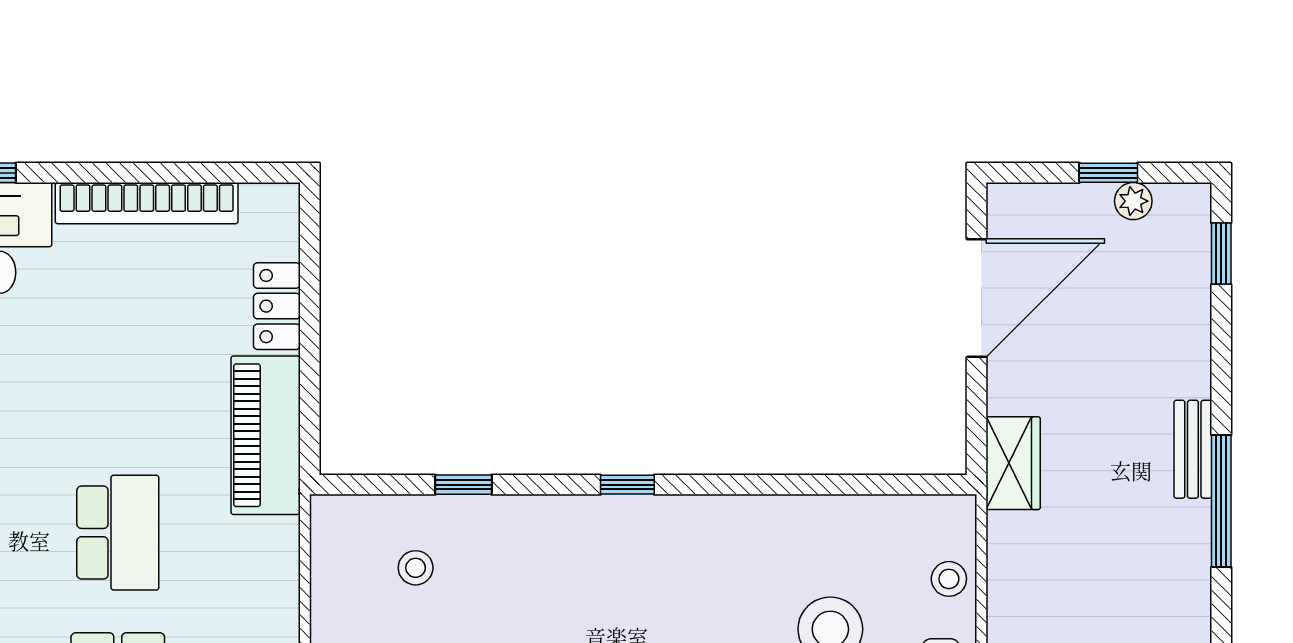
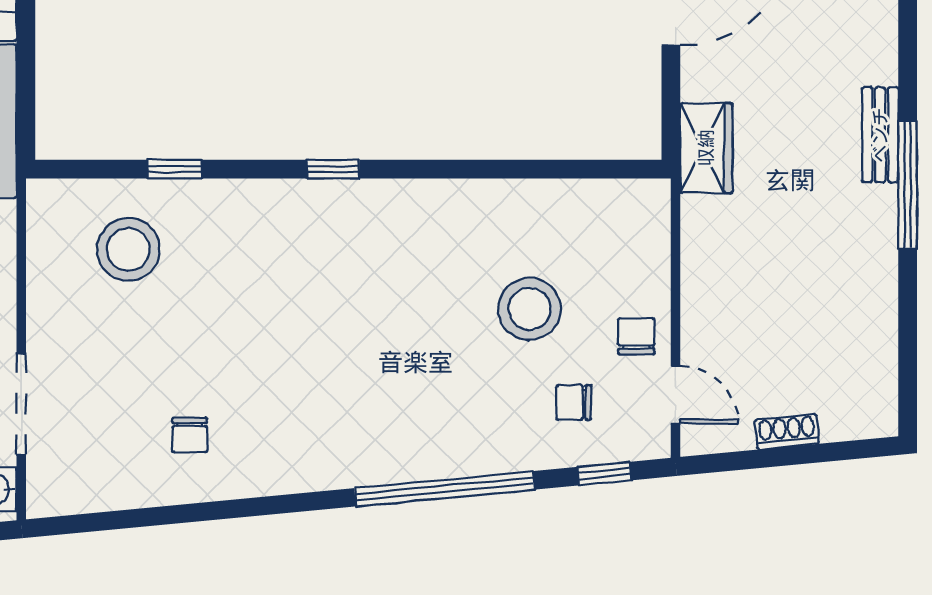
stool: (416, 568) -> (128, 249), width x1.89, depth x1.89
stool: (949, 579) -> (644, 260), removed

